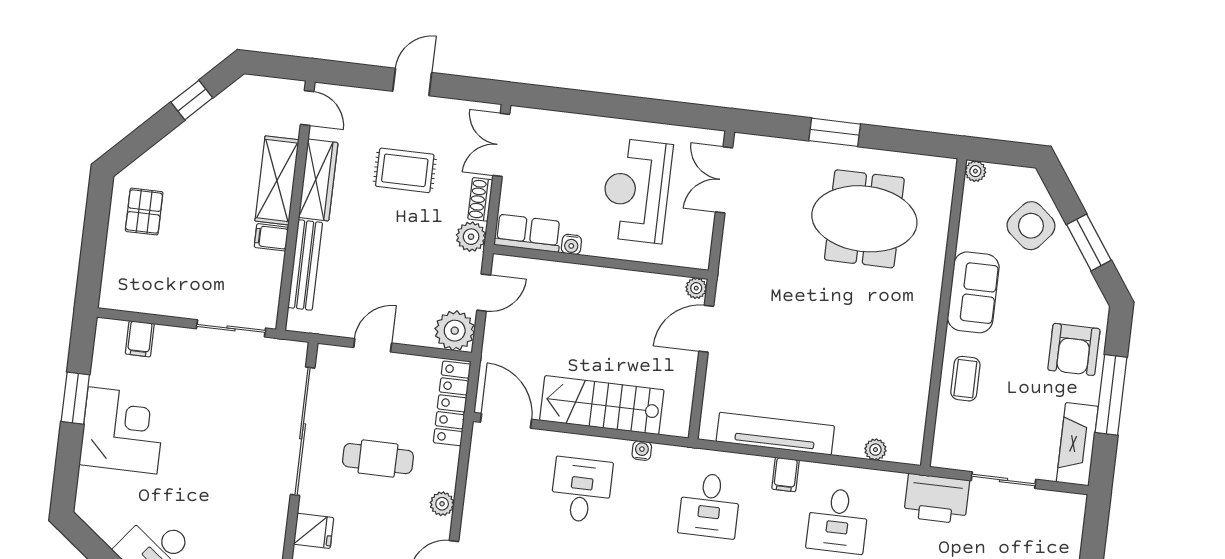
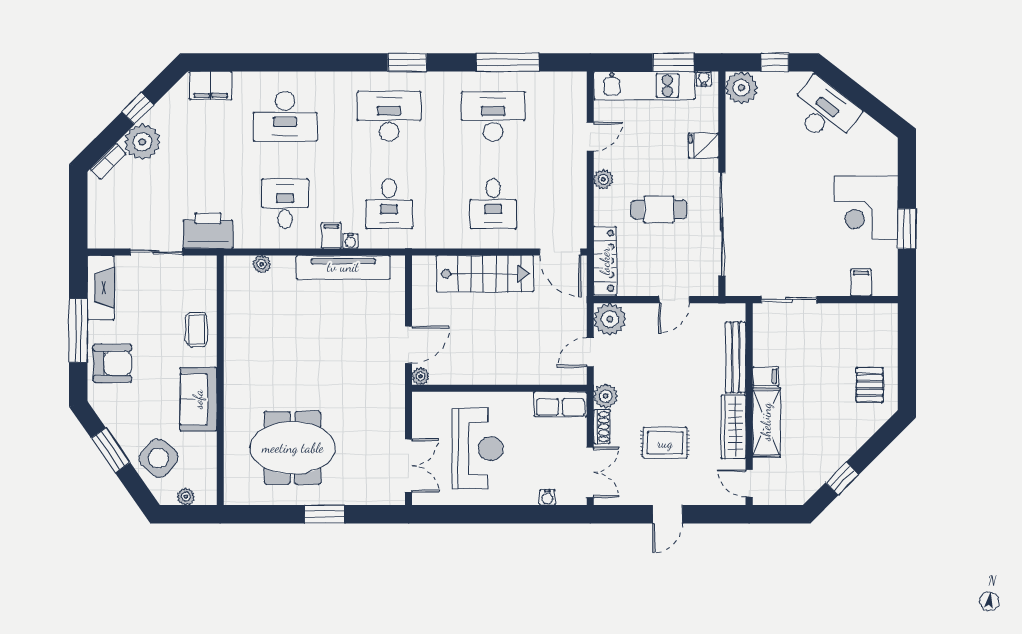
plant: (975, 171) -> (186, 497), moved
water cooler: (571, 244) -> (547, 497), moved, turned 180
armchair: (1074, 349) -> (112, 363), turned 90
water cooler: (642, 451) -> (350, 241), moved
desk: (710, 505) -> (389, 204), turned 180

